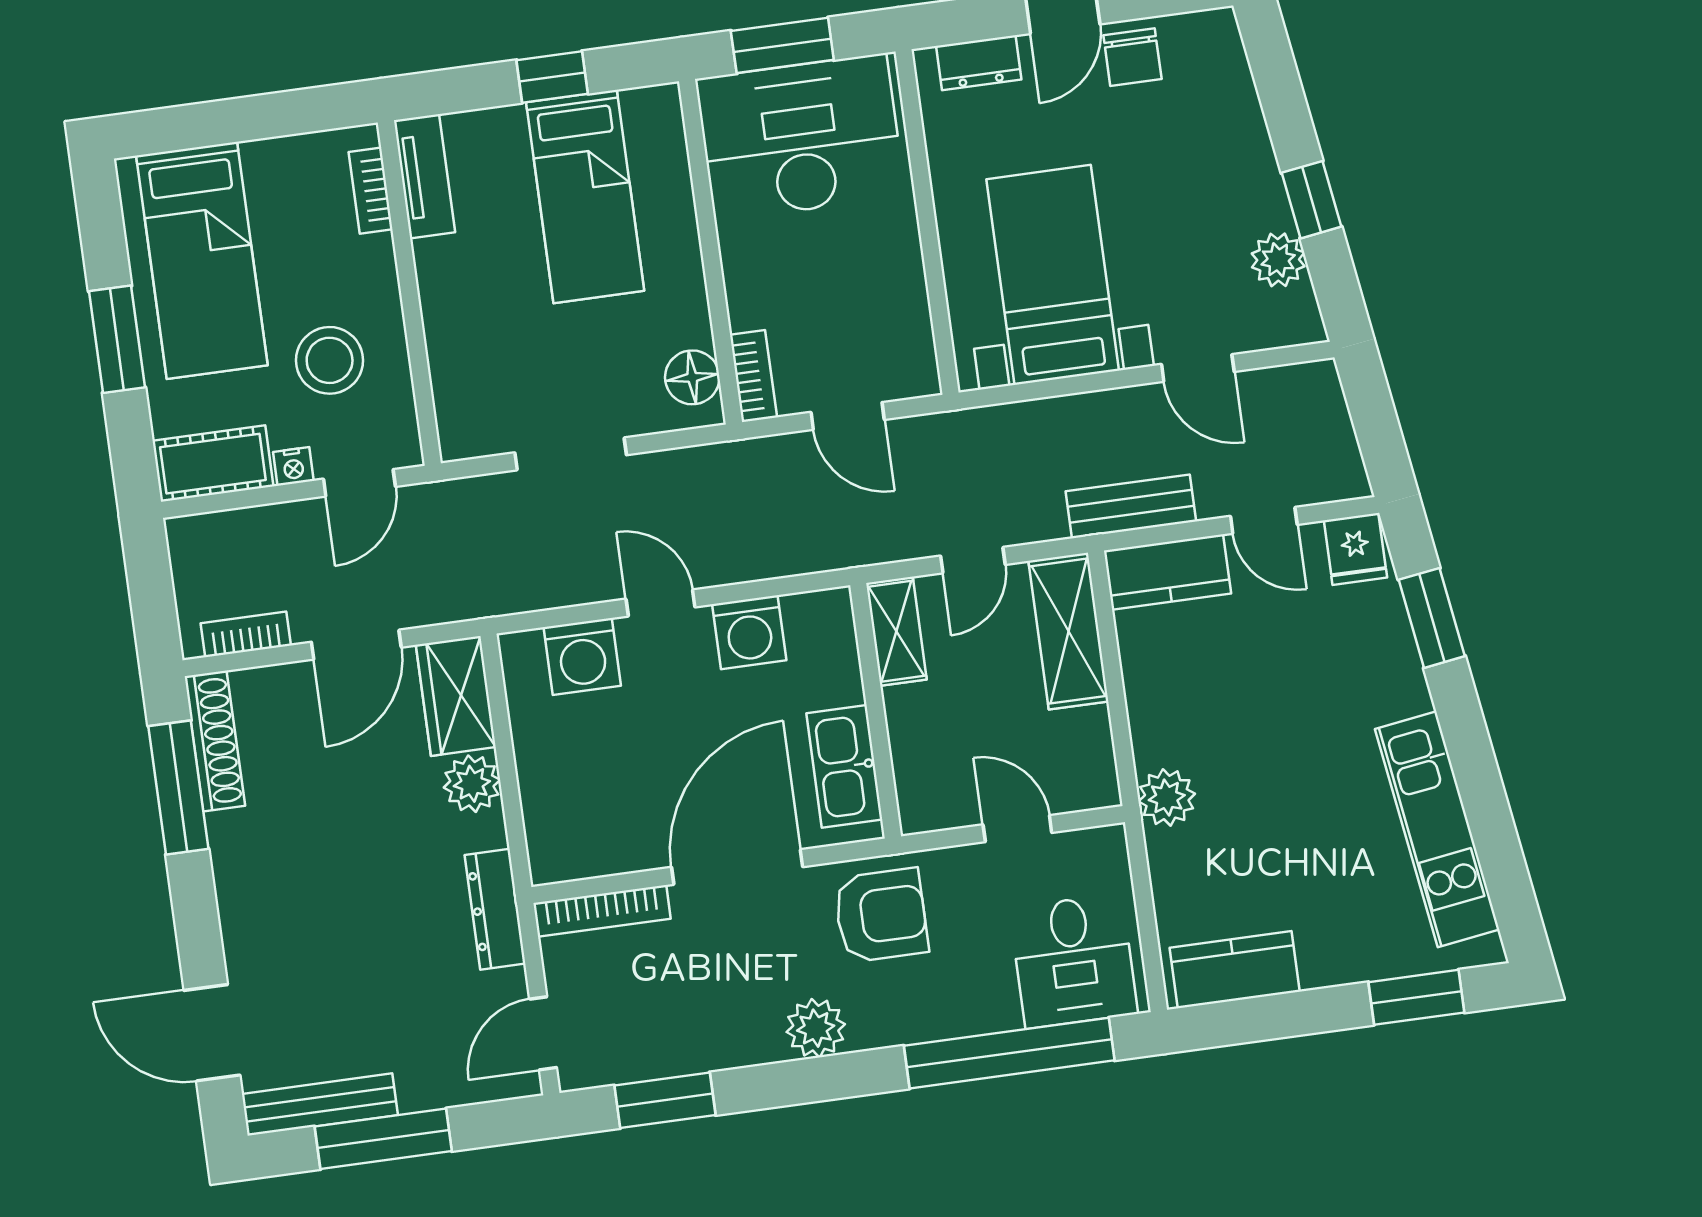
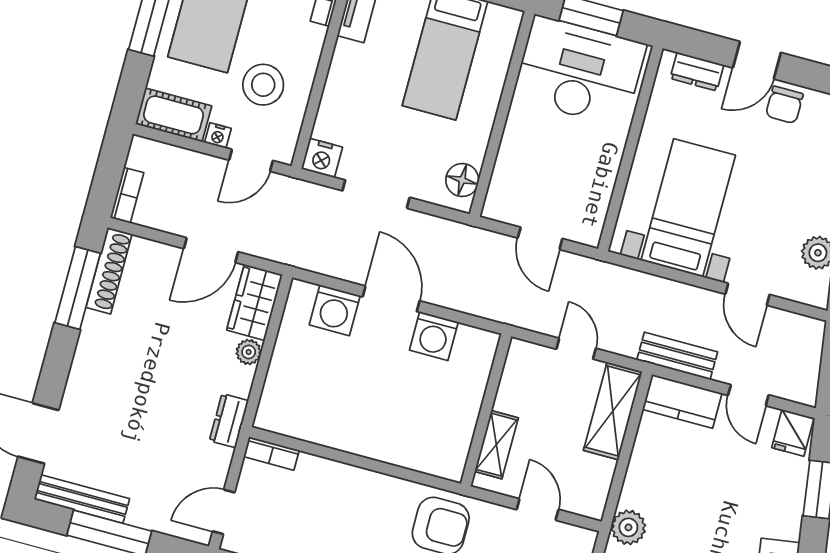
bookcase: (753, 376) -> (497, 194), removed
nightstand: (465, 434) -> (322, 158), added
door: (973, 560) -> (576, 349), swing flipped
door: (660, 603) -> (391, 299), width x1.38
shelving: (896, 631) -> (496, 445), moved
bookcase: (246, 634) -> (127, 195), moved, turned 90
kitchen sink: (844, 766) -> (455, 434), removed
plant: (472, 784) -> (249, 352), width x0.73, depth x0.73
door: (737, 867) -> (372, 465), removed
dresser: (495, 909) -> (229, 421), width x0.70
bookcase: (602, 911) -> (271, 453), width x0.64

